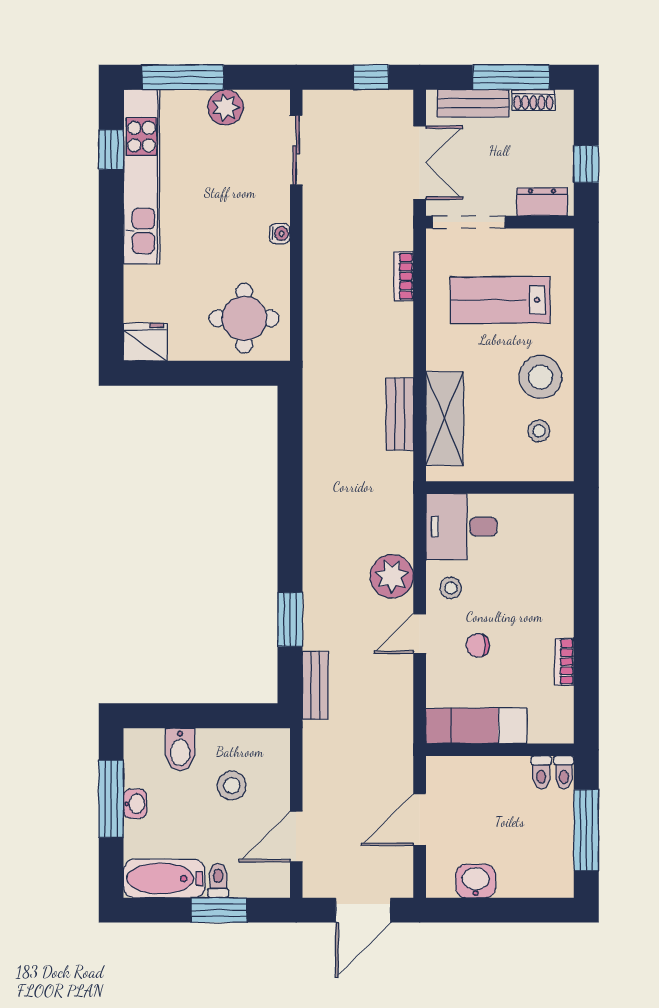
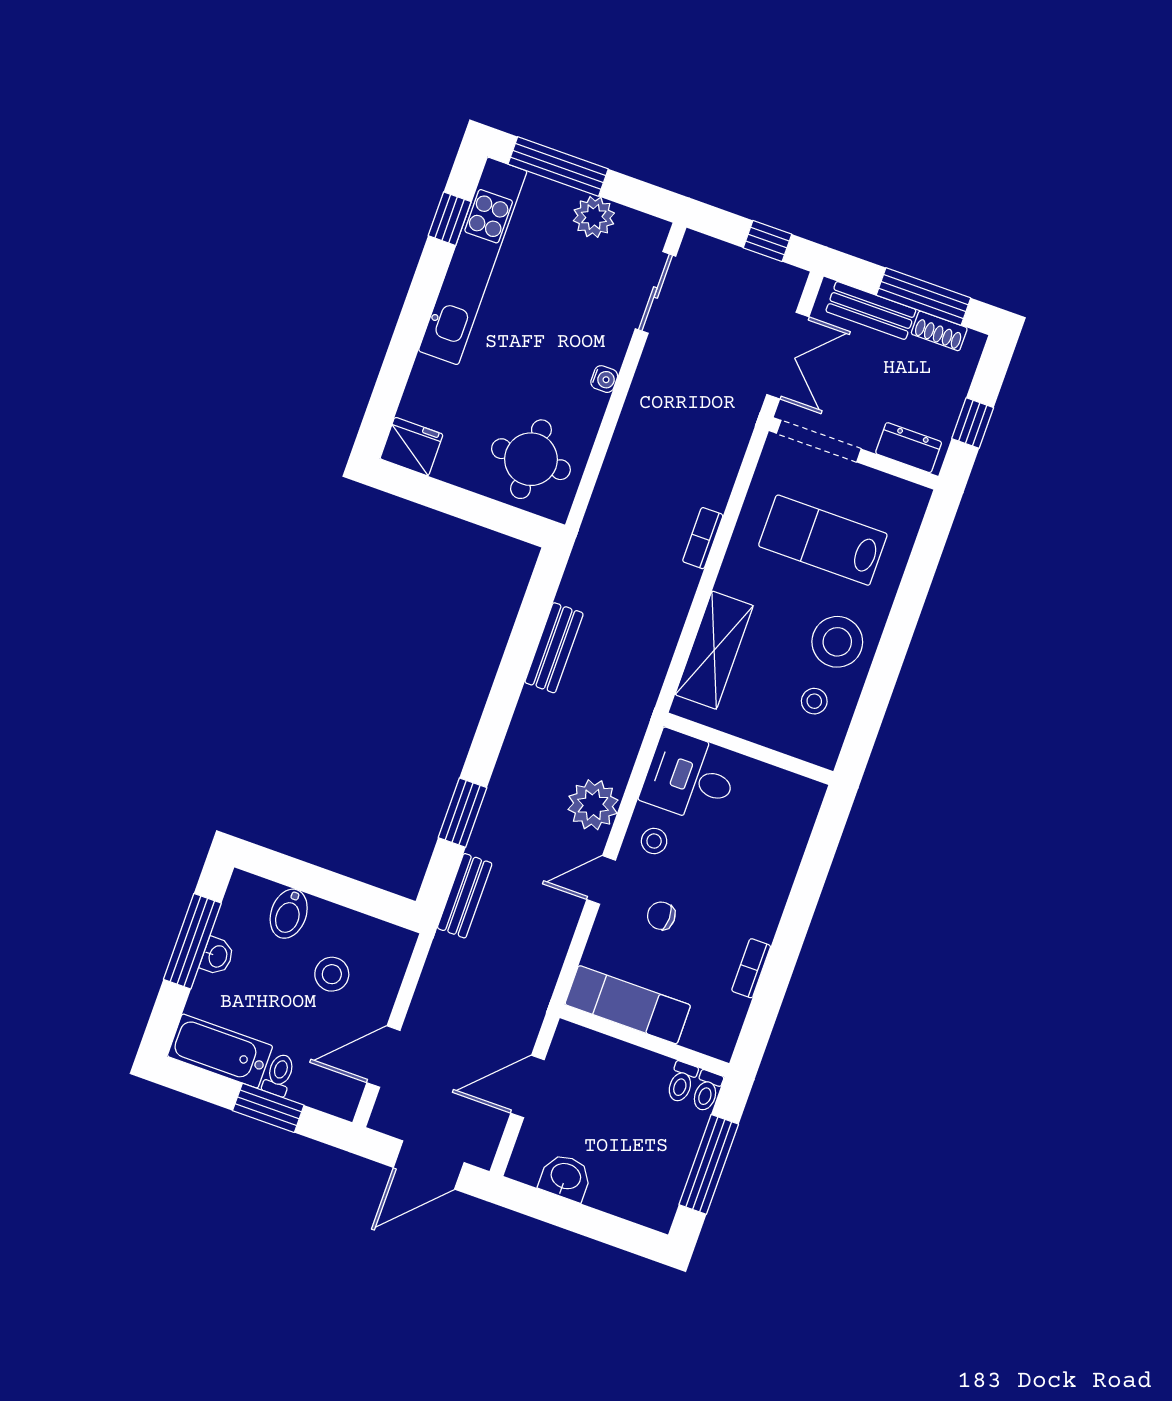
bookcase: (404, 276) -> (703, 538), moved
bench: (400, 414) -> (554, 648), moved

